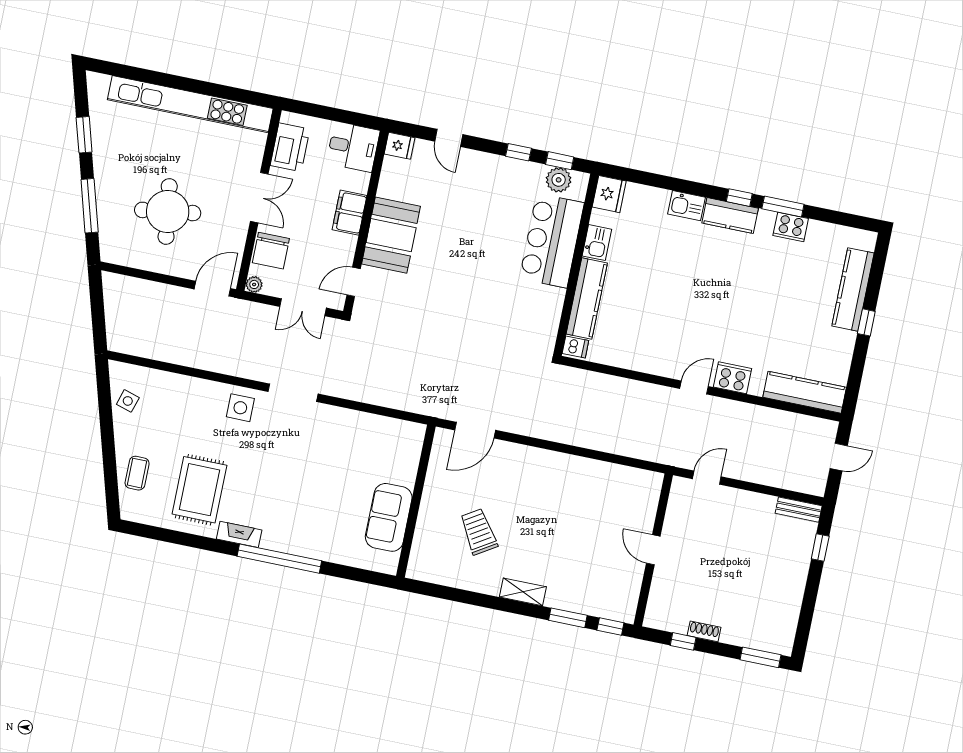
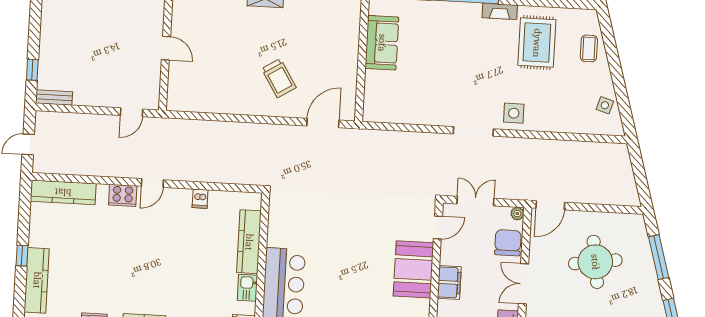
dishwasher: (575, 347) -> (200, 199), moved, turned -90
trolley: (479, 532) -> (279, 78), moved

